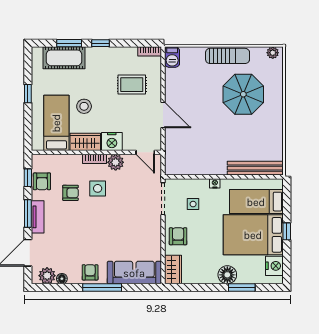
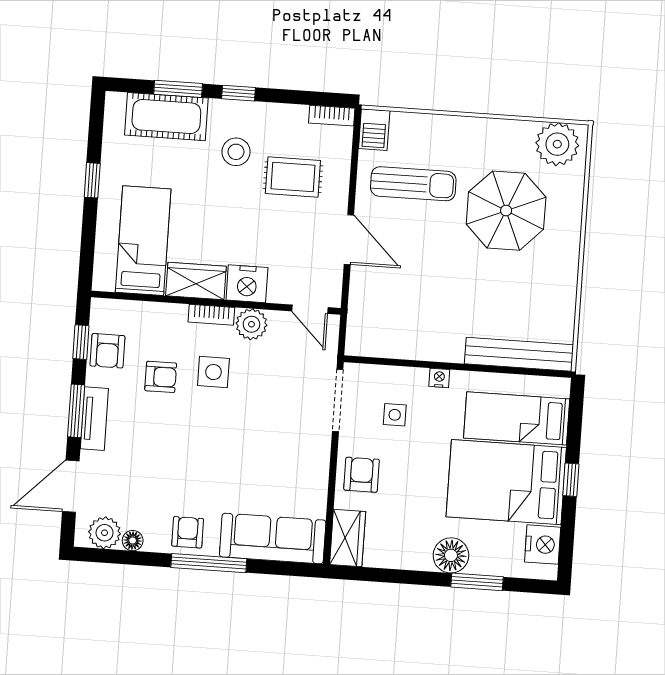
plant: (273, 53) -> (557, 144), width x1.88, depth x1.88
sun lounger: (228, 56) -> (413, 184), moved
stool: (84, 106) -> (236, 152), moved

